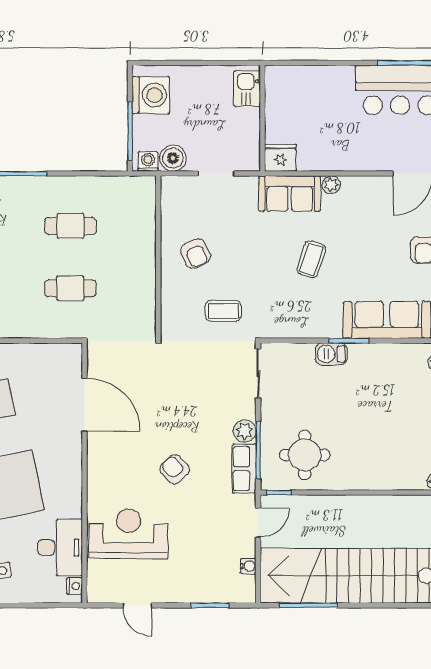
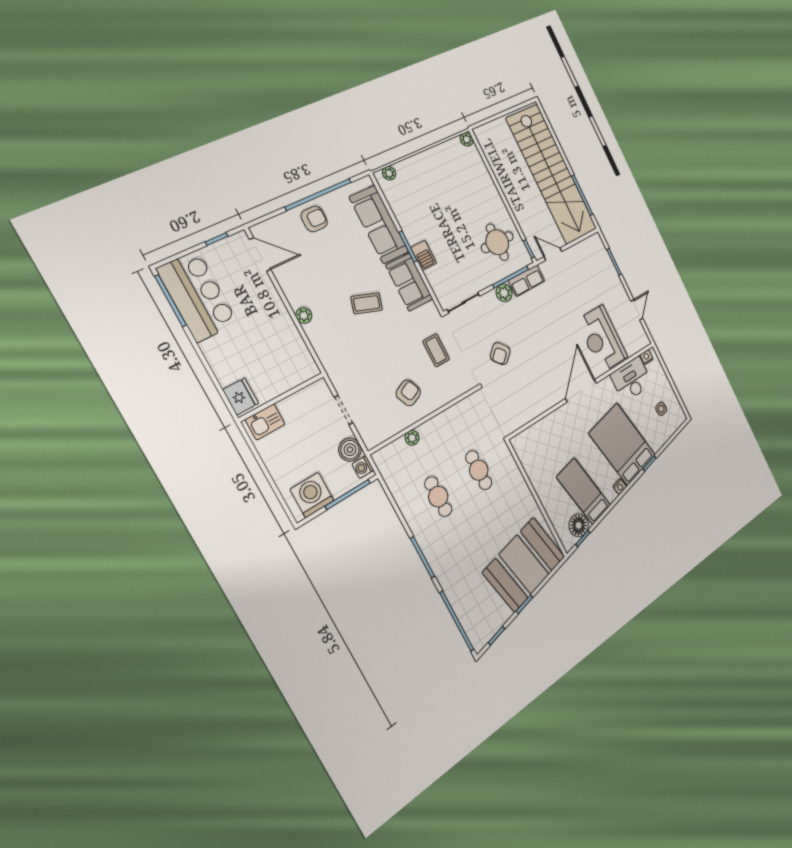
fridge: (280, 158) -> (241, 397), moved, turned 180
sofa: (290, 194) -> (409, 282), moved, turned 180
plant: (147, 231) -> (412, 438), added
door: (84, 405) -> (581, 391), moved
armchair: (175, 469) -> (500, 354), moved
water cooler: (248, 566) -> (580, 248), removed

